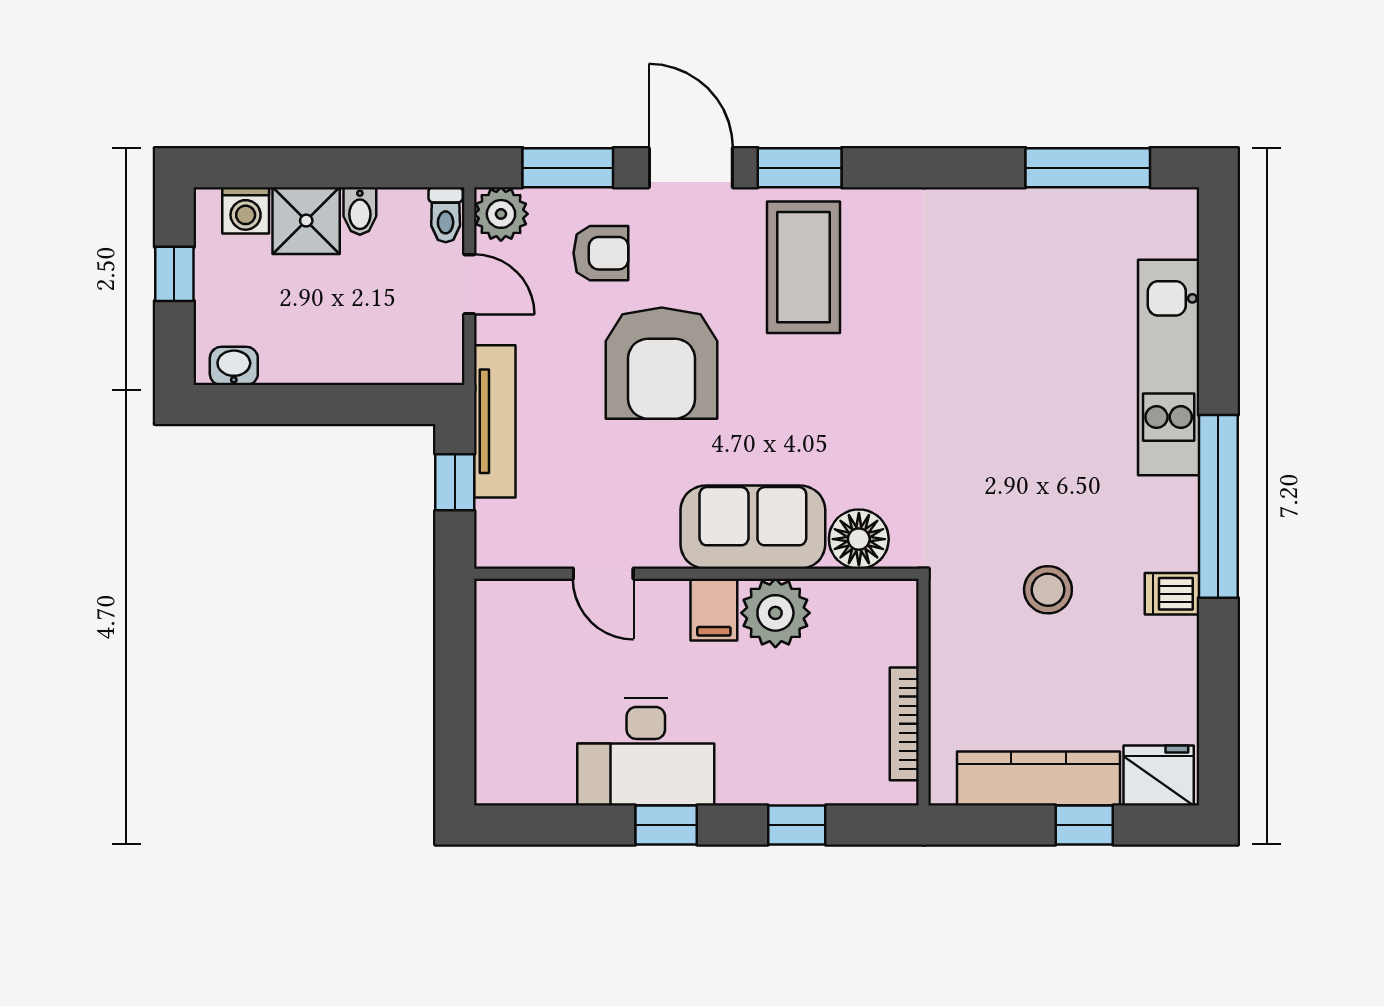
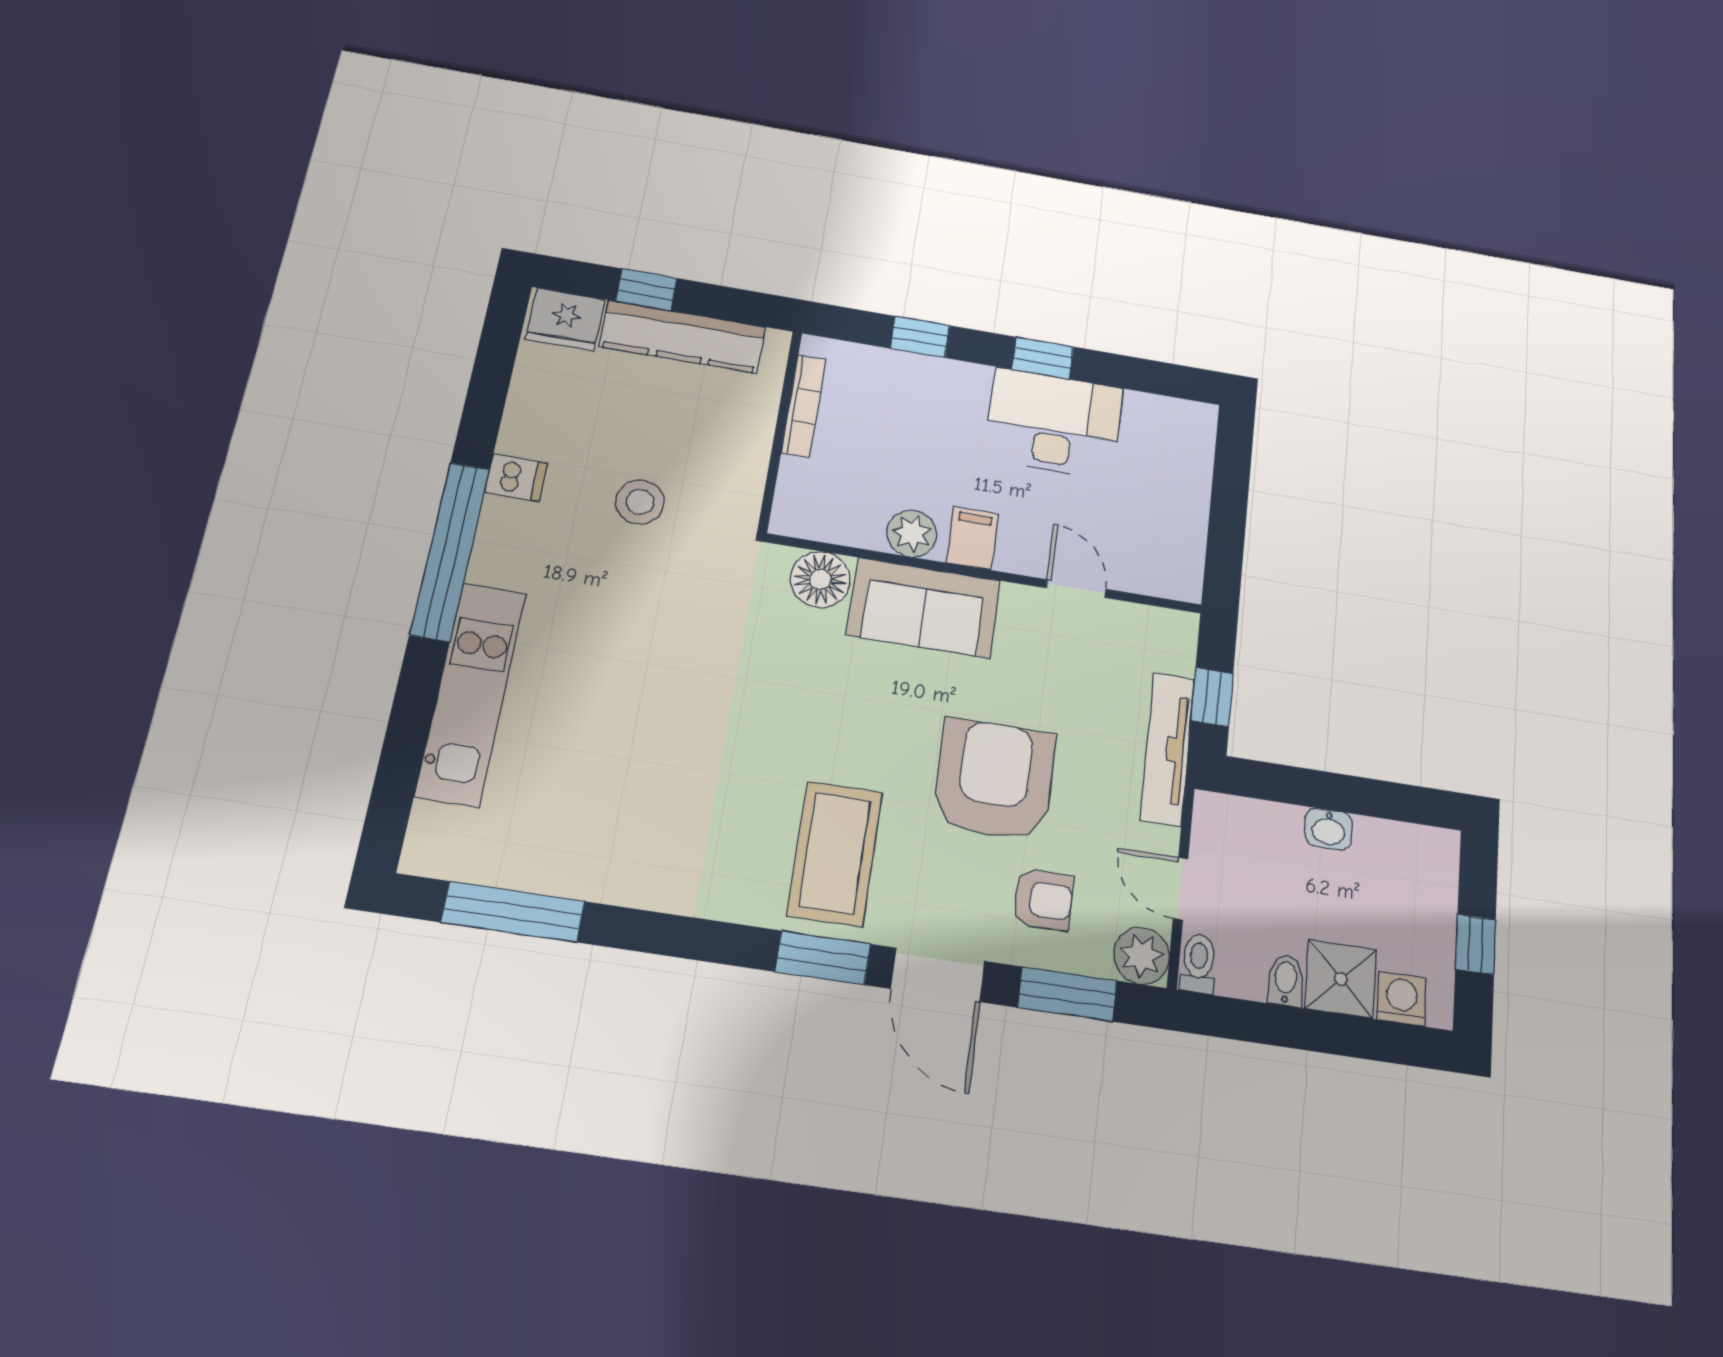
armchair: (601, 253) -> (1043, 900), turned 180
washbasin: (234, 366) -> (1329, 829), moved
plant: (775, 613) -> (912, 534), width x0.73, depth x0.73

